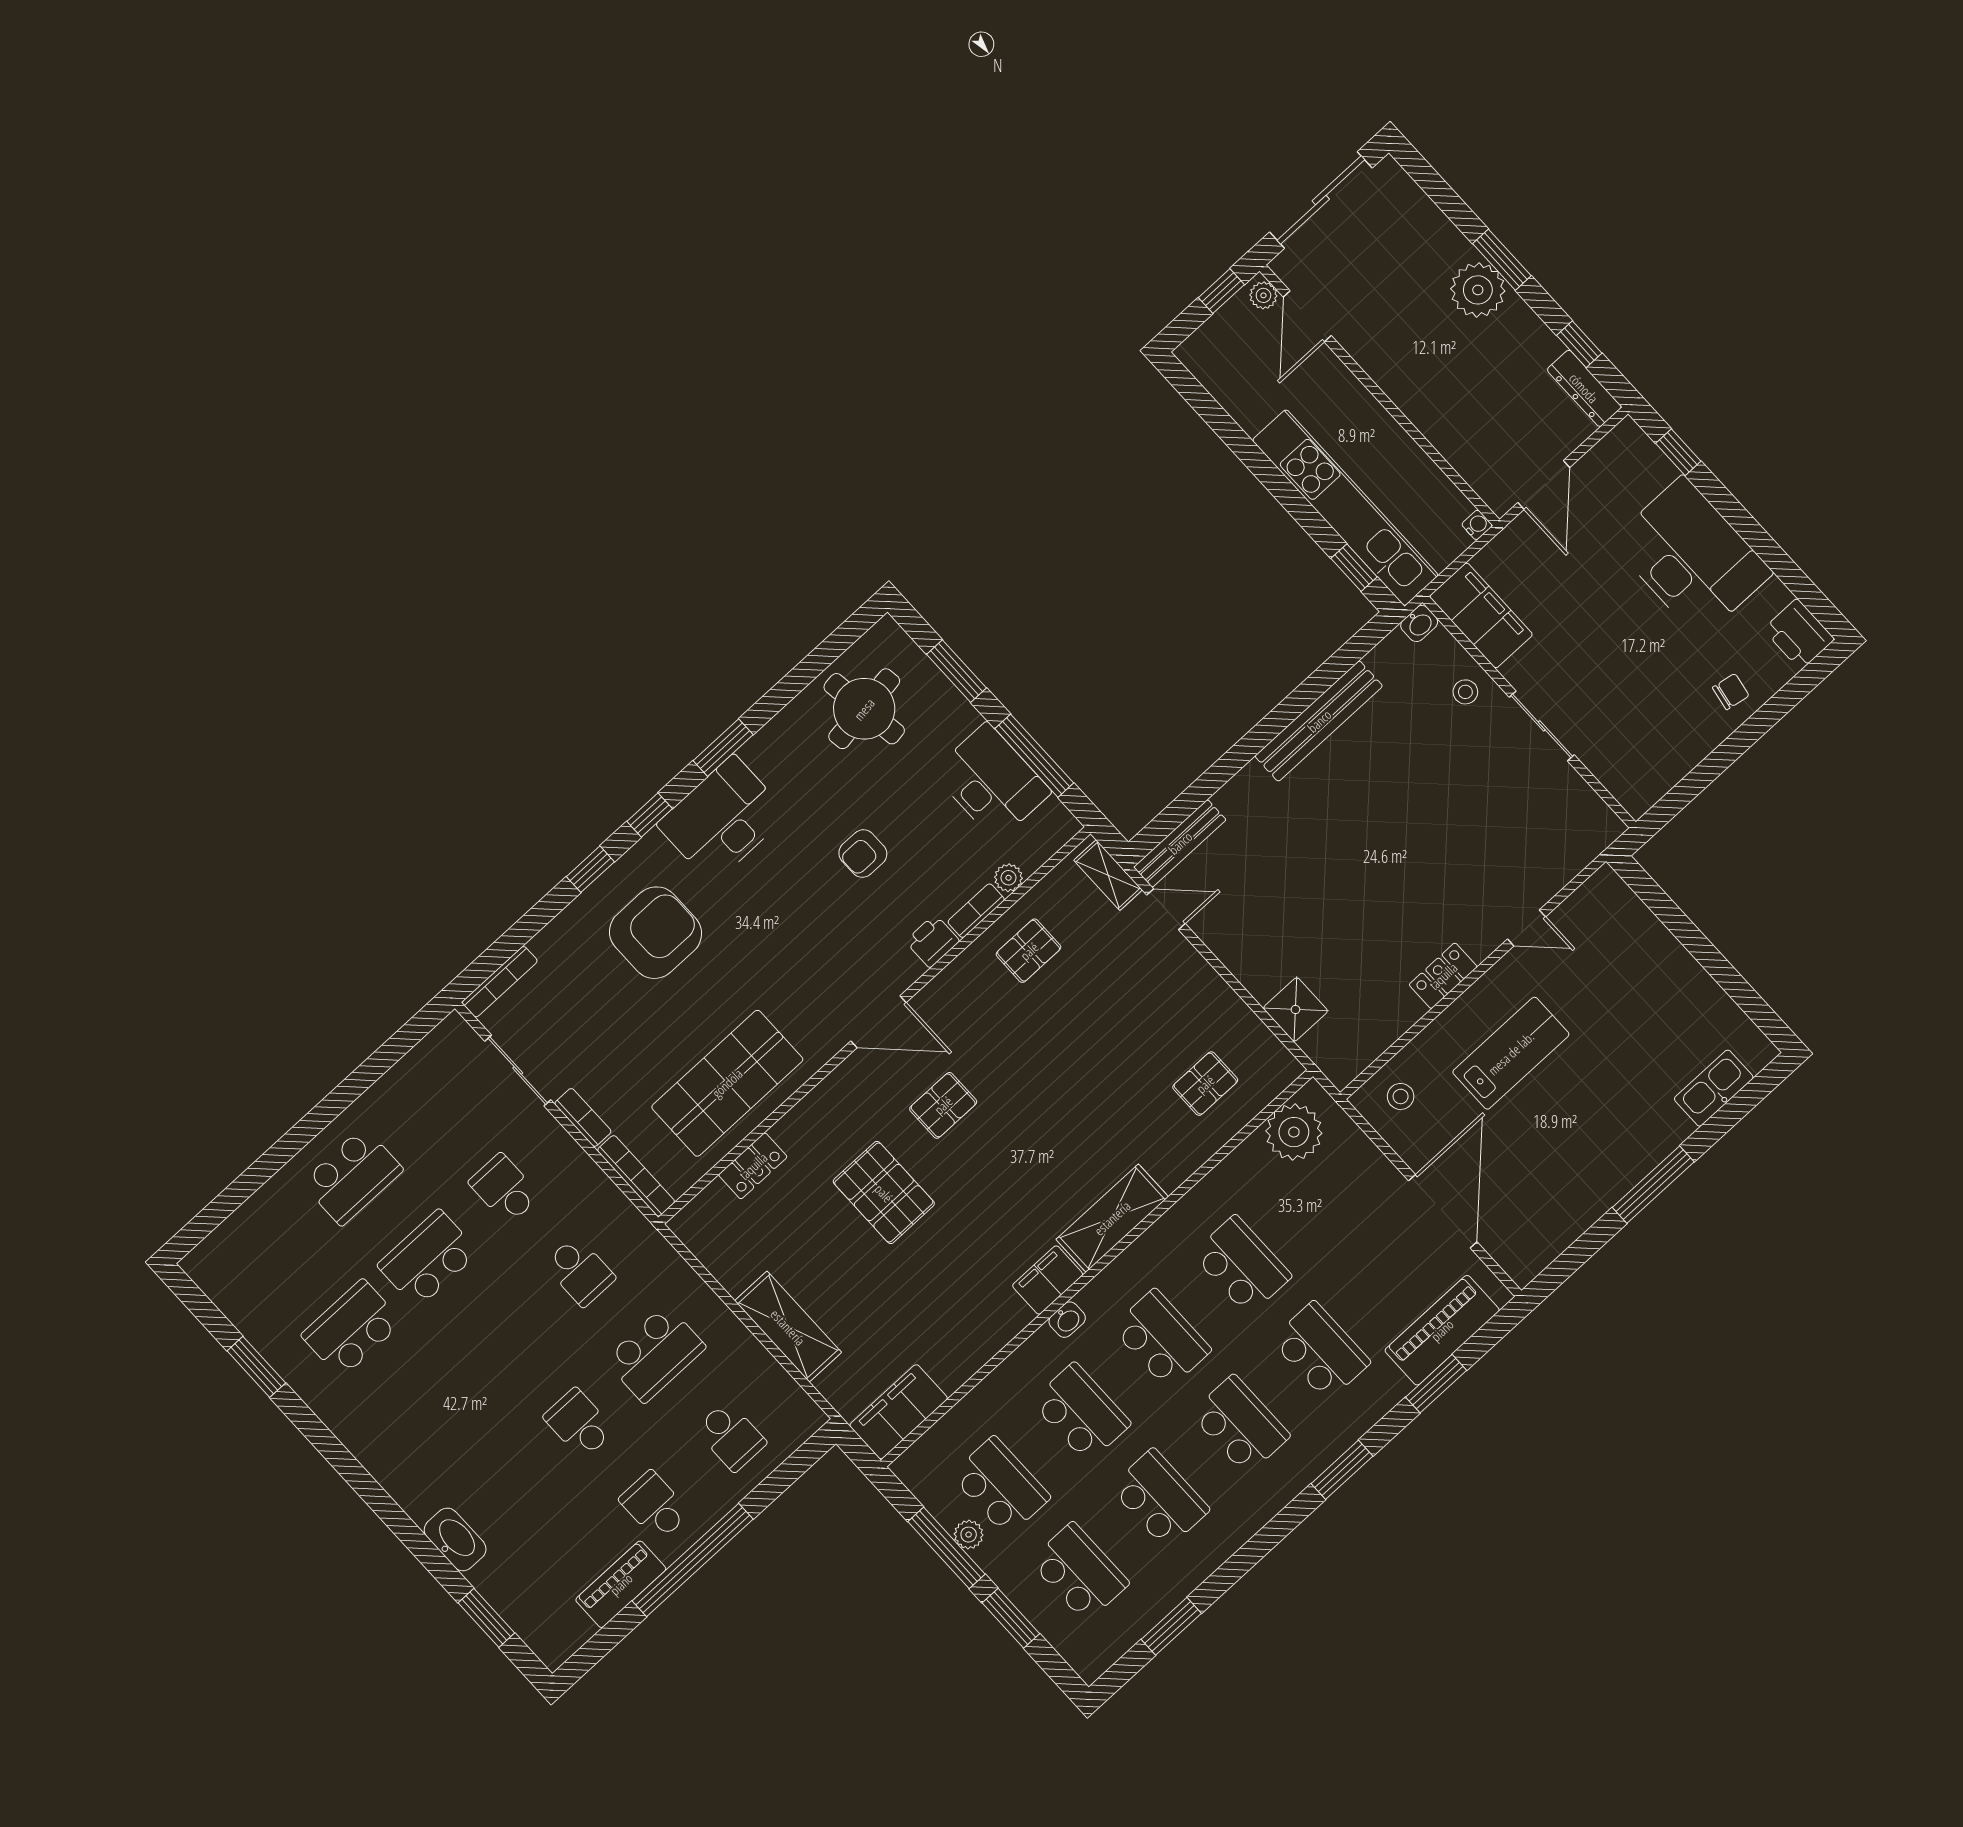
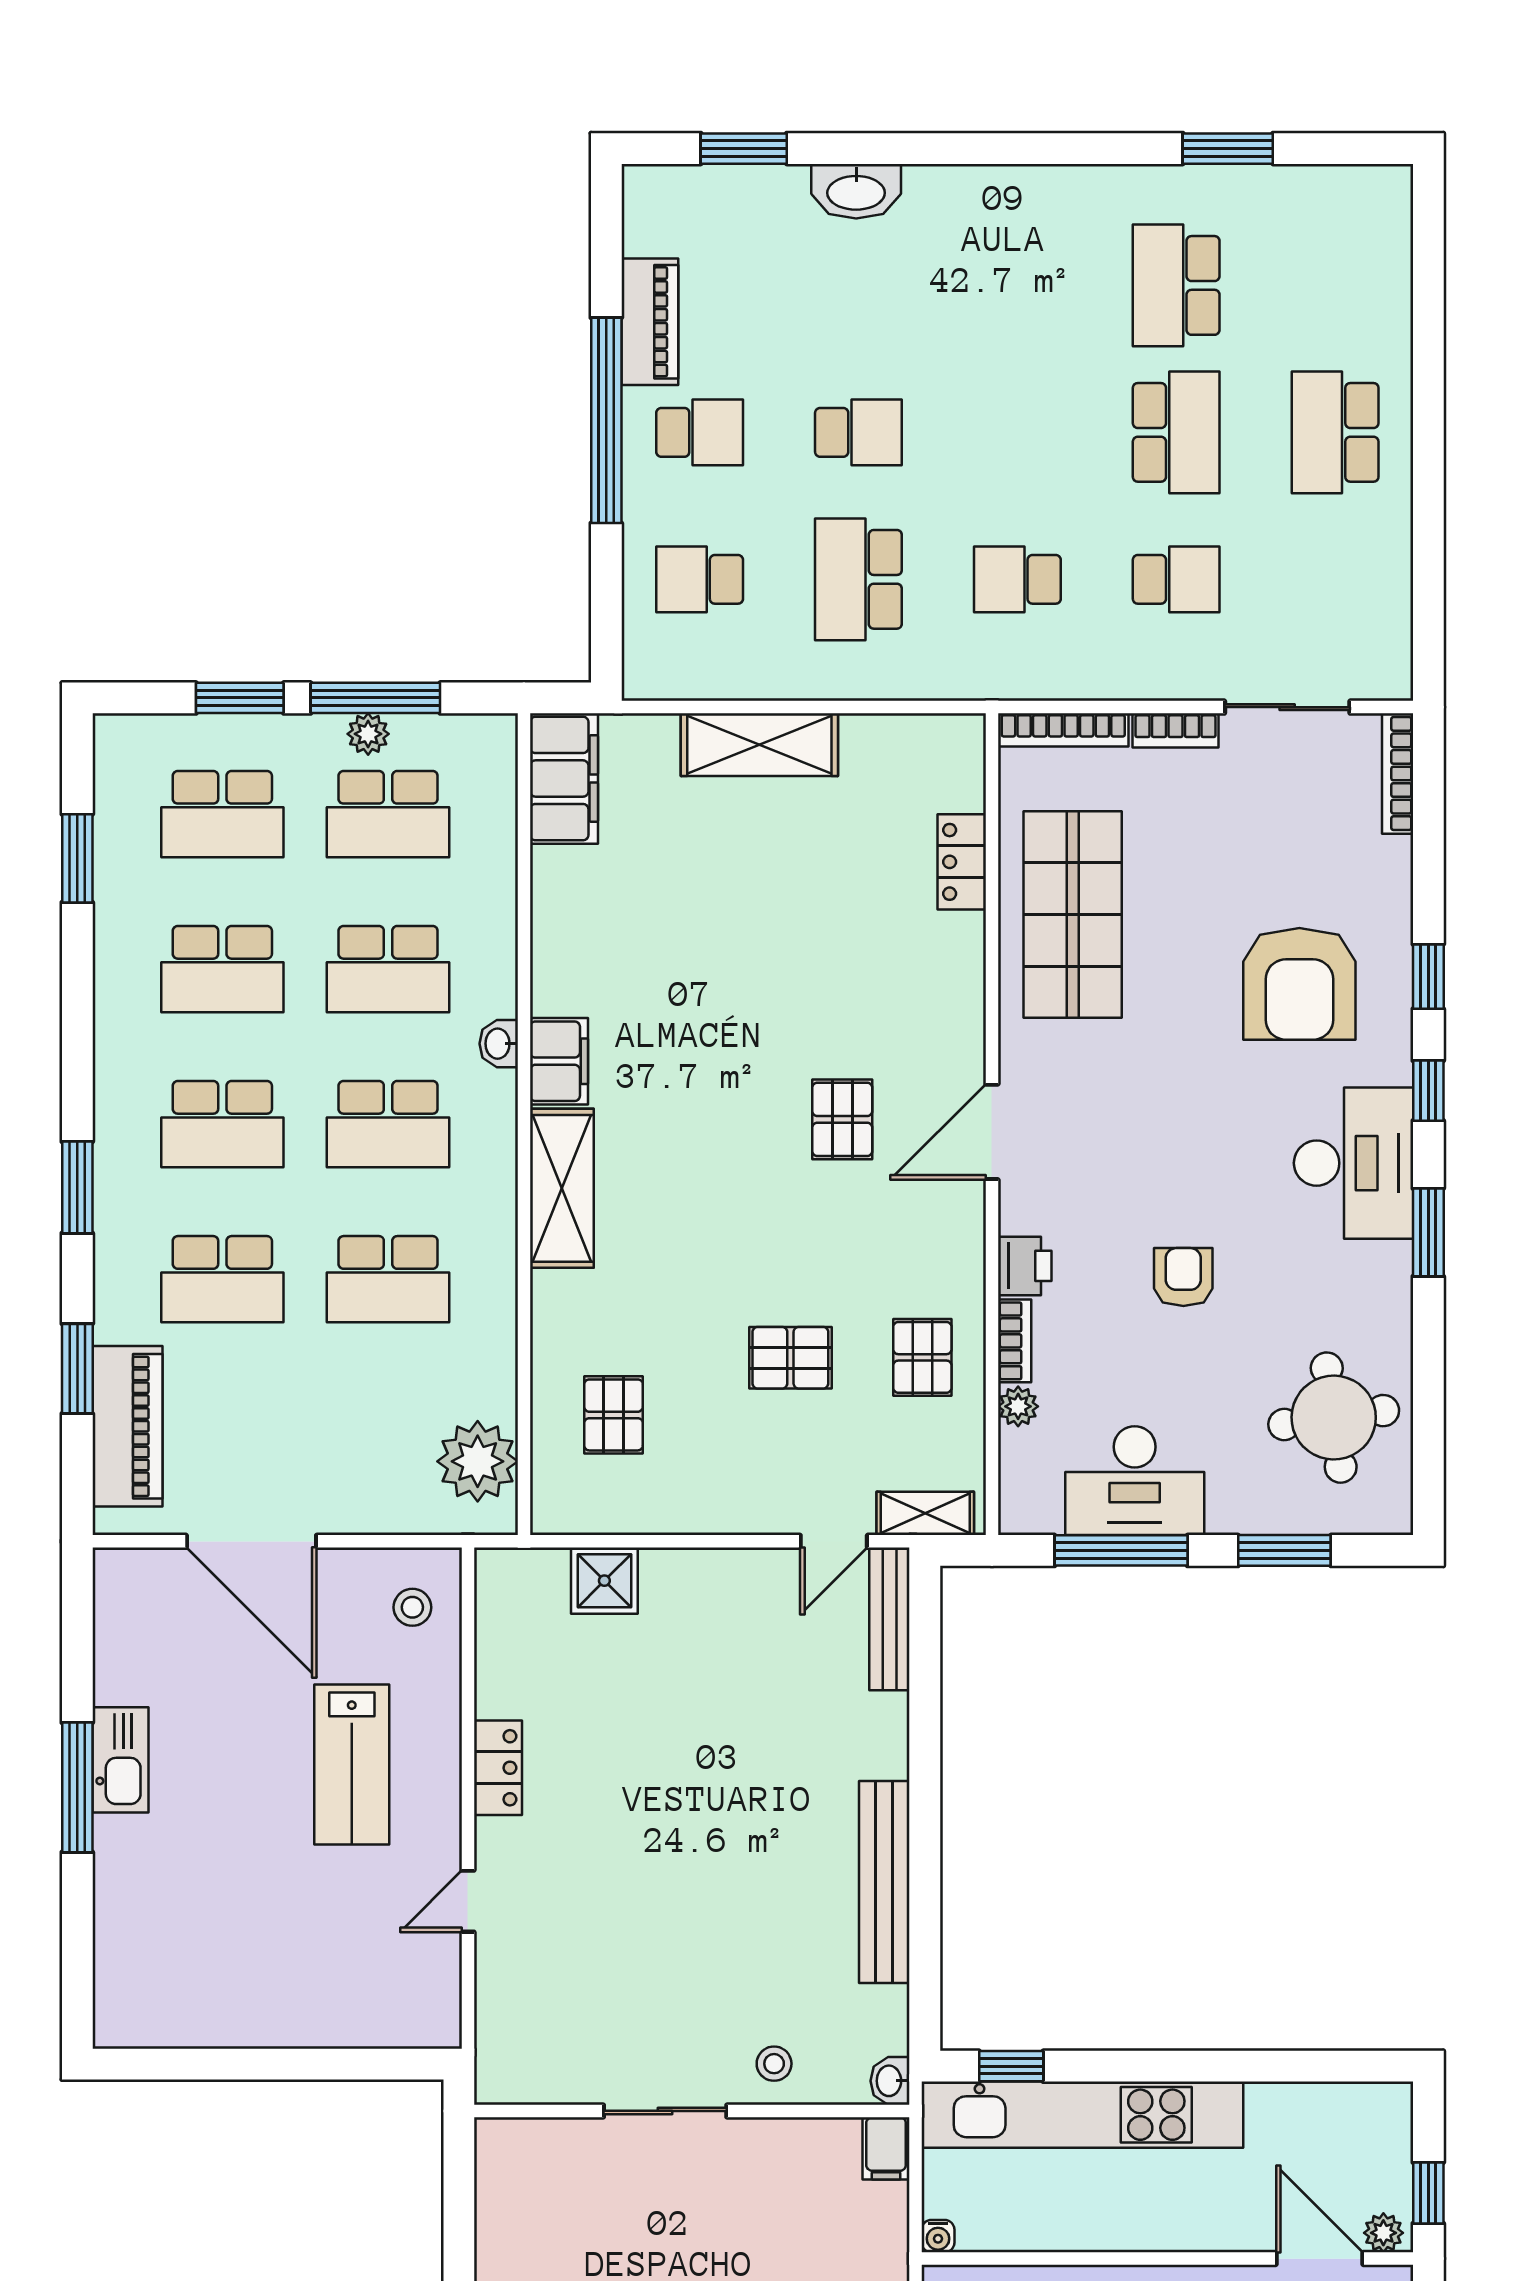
filing cabinet: (1481, 615) -> (886, 2148), width x0.33, depth x0.86
kitchen sink: (1714, 1088) -> (120, 1760), moved
pallet: (884, 1193) -> (790, 1358), moved, width x0.67, depth x0.71
school desk: (352, 1329) -> (1176, 285), turned 180

